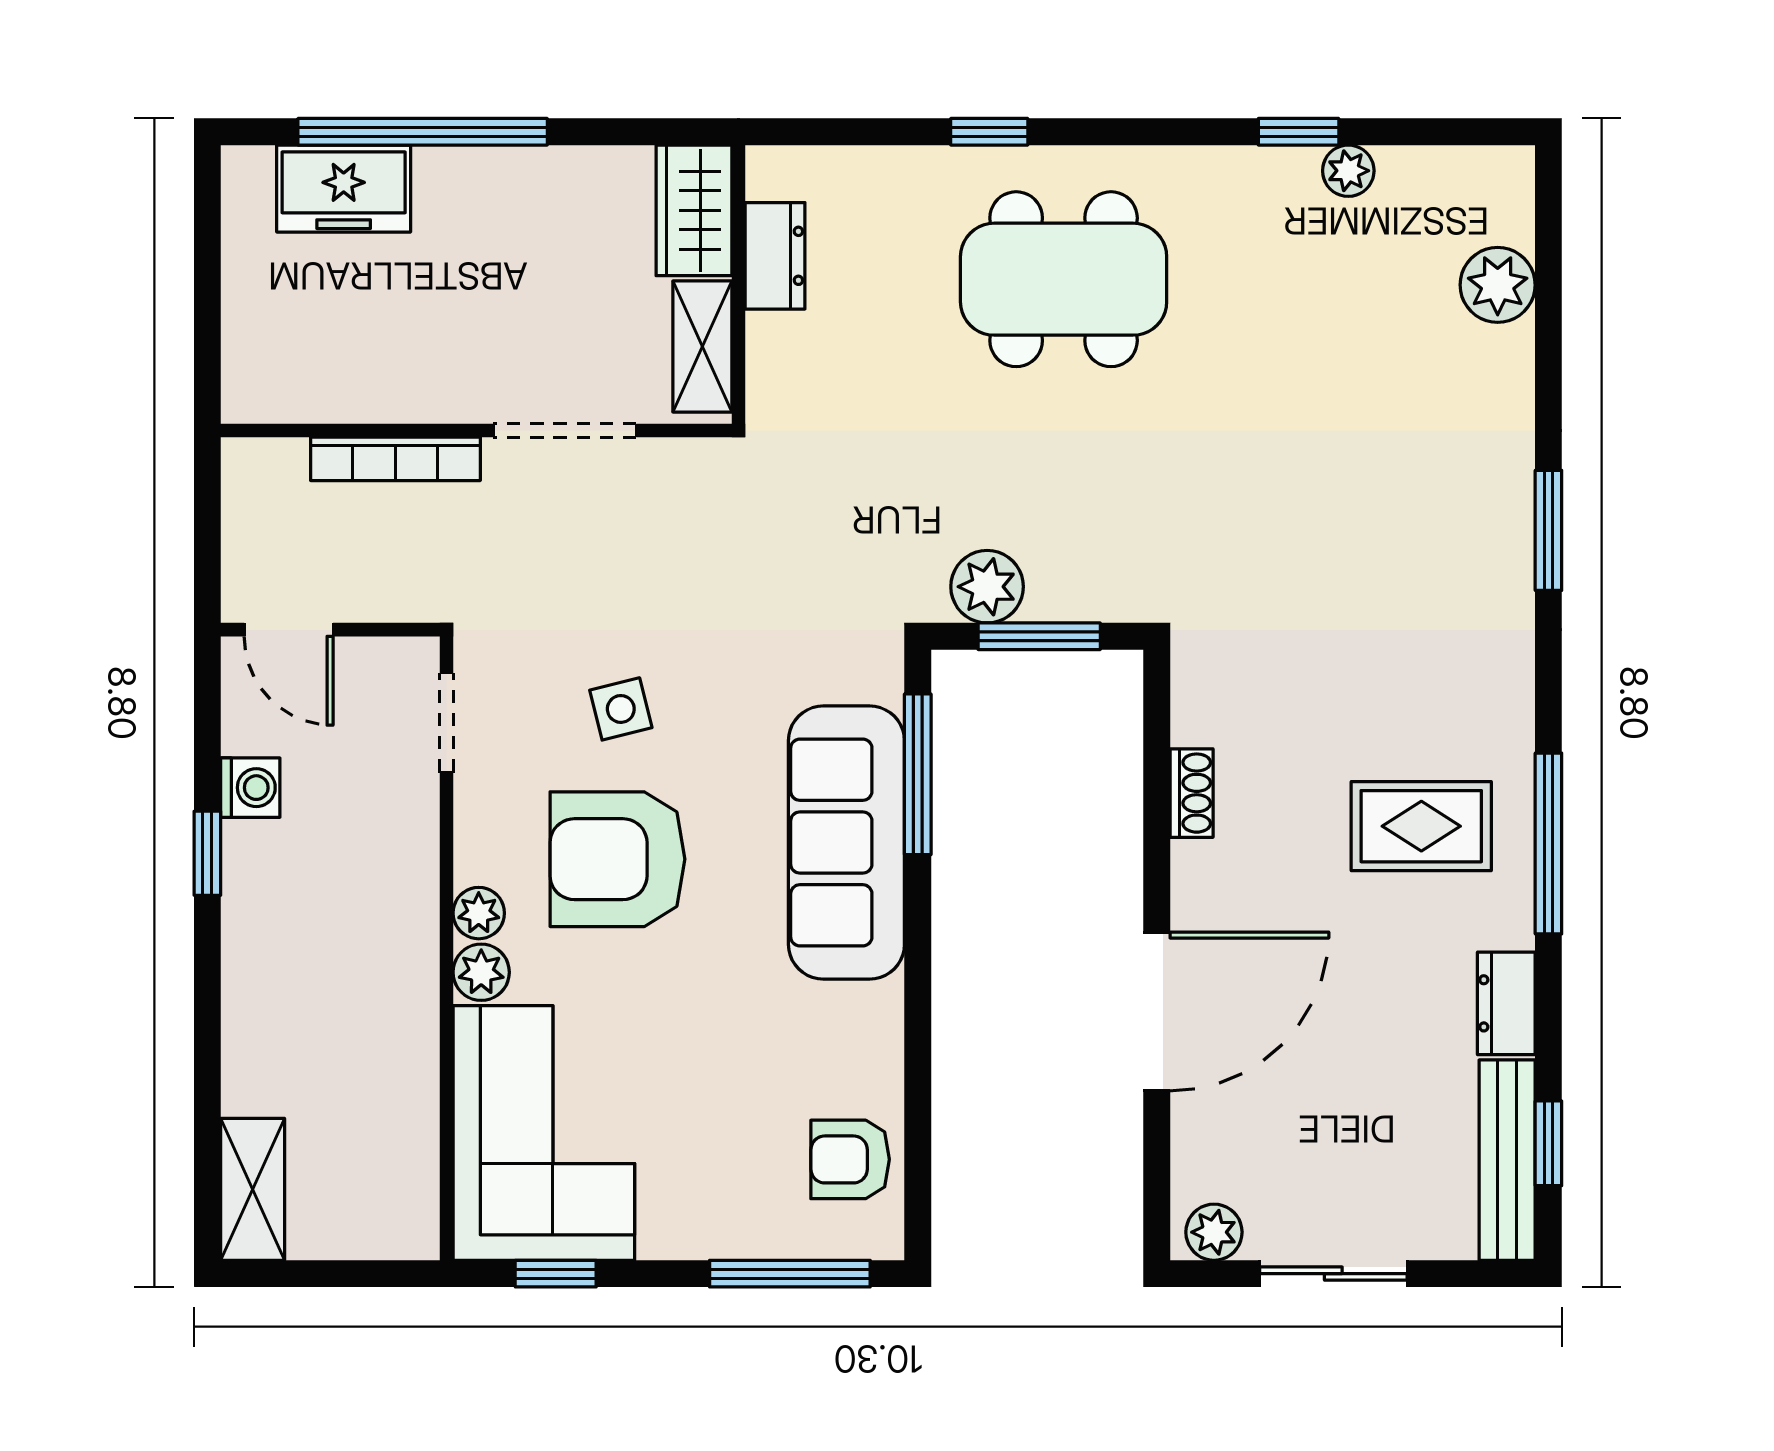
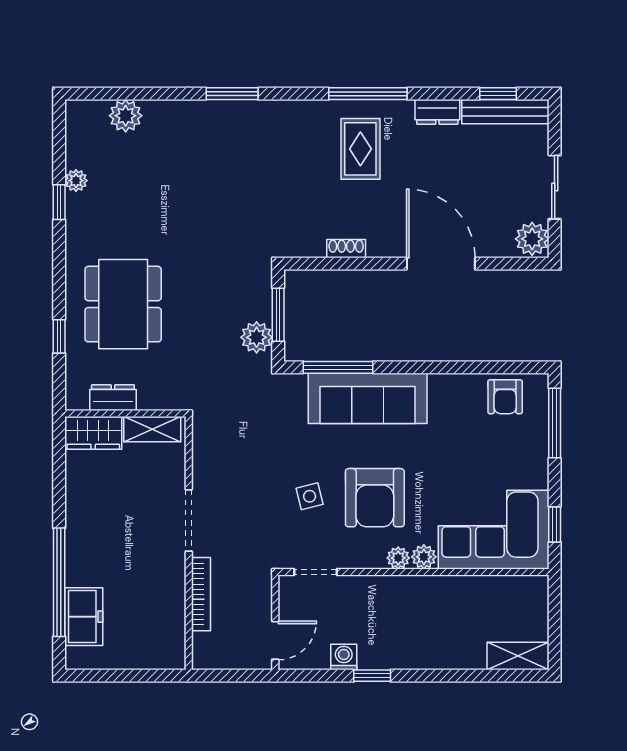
wardrobe: (694, 210) -> (93, 433), moved
dresser: (775, 256) -> (113, 398), moved
wall: (739, 284) -> (125, 414), moved
shelving: (702, 347) -> (152, 429), moved
plant: (1214, 1232) -> (532, 239), width x1.38, depth x1.38

